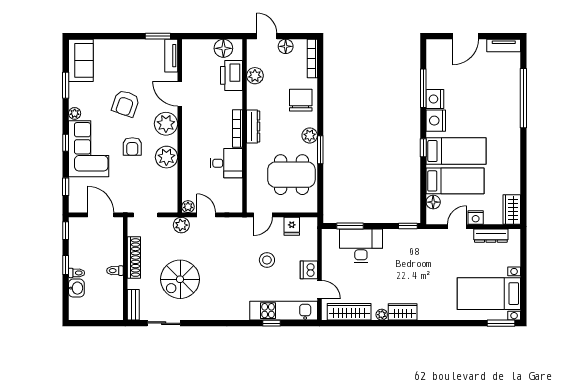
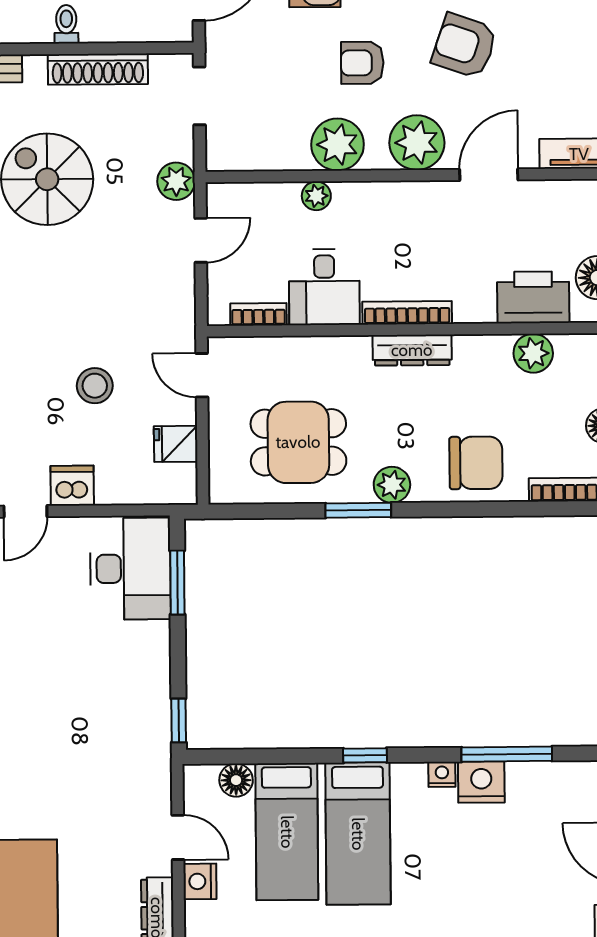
nightstand: (436, 121) -> (442, 774), width x0.53, depth x0.56
dining table: (291, 175) -> (298, 442), width x0.73
bookcase: (238, 191) -> (258, 314), added
plant: (188, 207) -> (316, 196), moved
desk: (361, 246) -> (130, 569), moved

